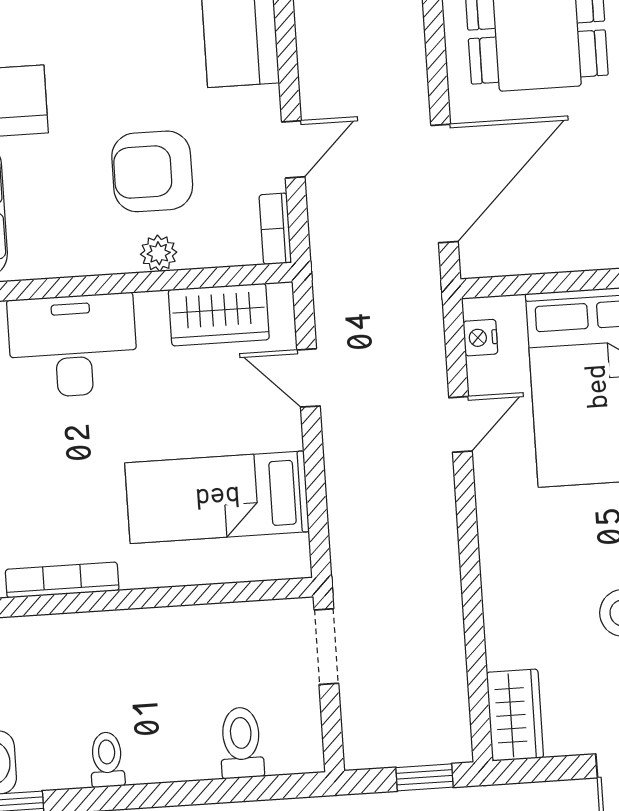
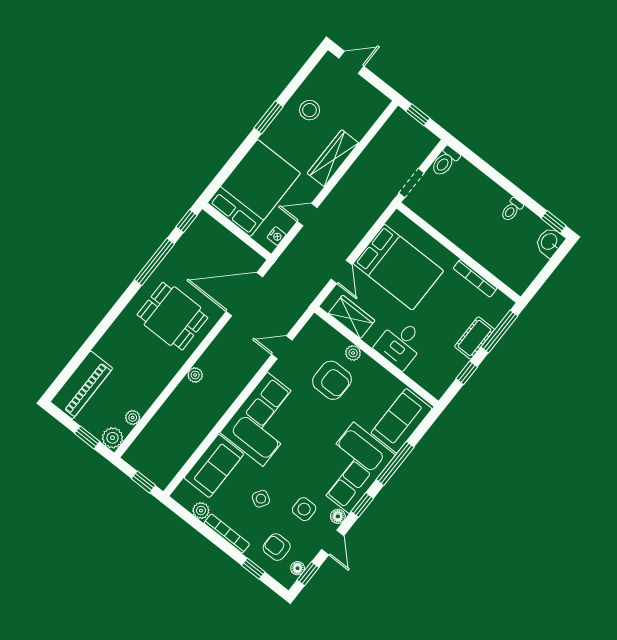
bookcase: (275, 229) -> (310, 328), removed
desk: (73, 346) -> (400, 344), width x0.73
bed: (217, 497) -> (398, 267), width x1.50
wardrobe: (515, 715) -> (333, 158), moved, width x1.50
toilet: (241, 743) -> (445, 161), moved

